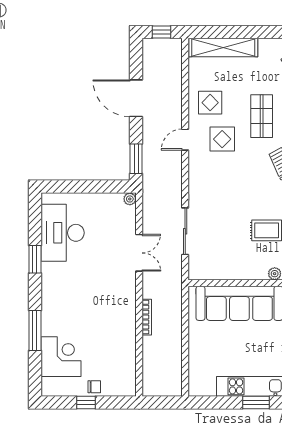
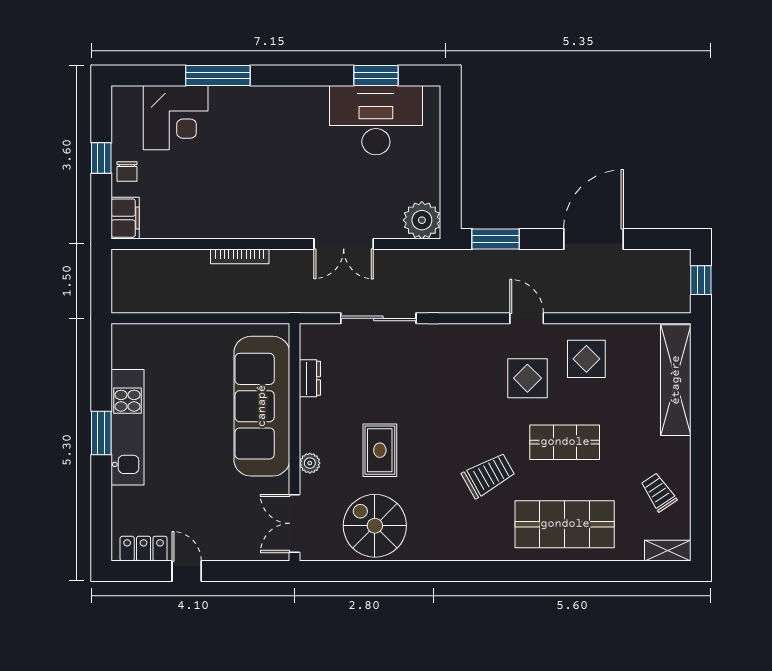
plant: (130, 199) -> (422, 220), width x1.87, depth x1.87
window: (35, 259) -> (376, 75), moved
dresser: (222, 274) -> (310, 378), added
filing cabinet: (123, 388) -> (125, 218), added

